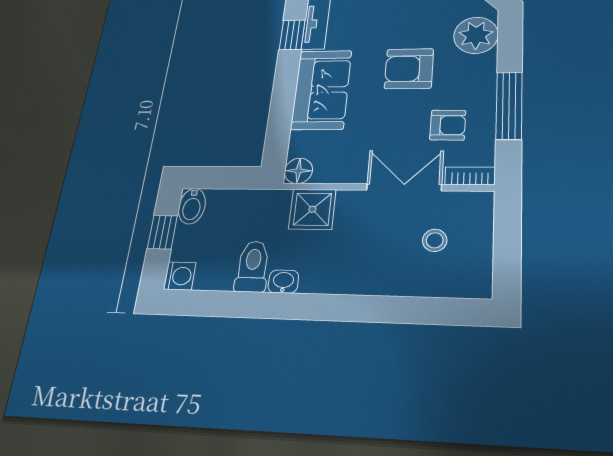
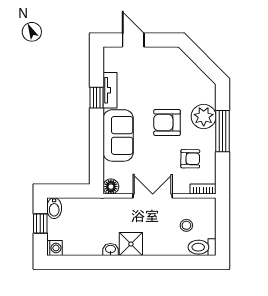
plant: (476, 35) -> (204, 117), moved
window: (509, 106) -> (223, 131), moved
double door: (404, 187) -> (153, 196), moved
shower: (312, 209) -> (131, 244), moved
toilet: (253, 266) -> (202, 247), moved, turned -90

